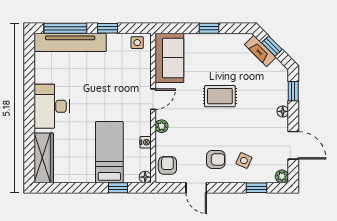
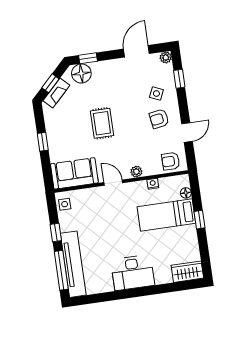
floor lamp: (283, 111) -> (81, 73), moved, width x1.89, depth x1.89
wardrobe: (44, 158) -> (187, 272), width x0.67
armchair: (216, 159) -> (159, 119), turned -99
floor lamp: (145, 177) -> (186, 193), moved
window: (118, 188) -> (200, 220), moved

